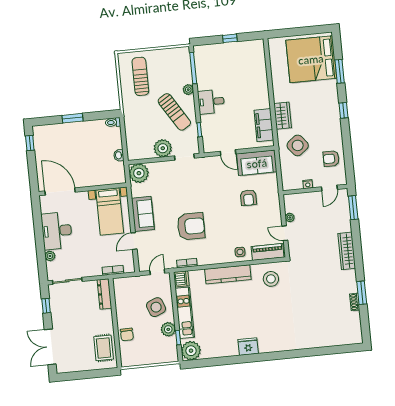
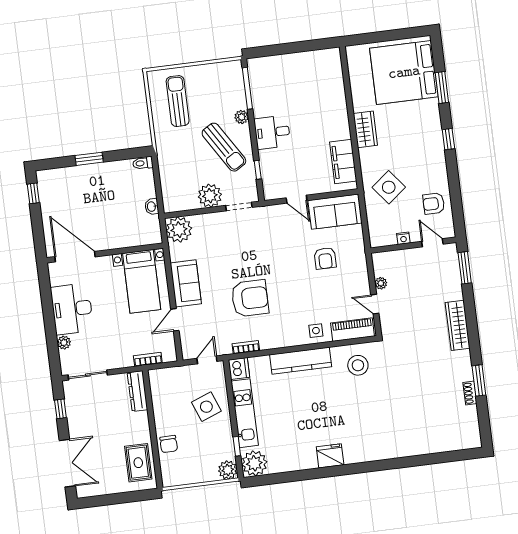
window: (230, 38) -> (295, 47), removed
wardrobe: (283, 116) -> (365, 129), moved
door: (329, 188) -> (432, 243), swing flipped
plant: (168, 329) -> (228, 470), moved
double door: (50, 347) -> (67, 463), swing flipped

